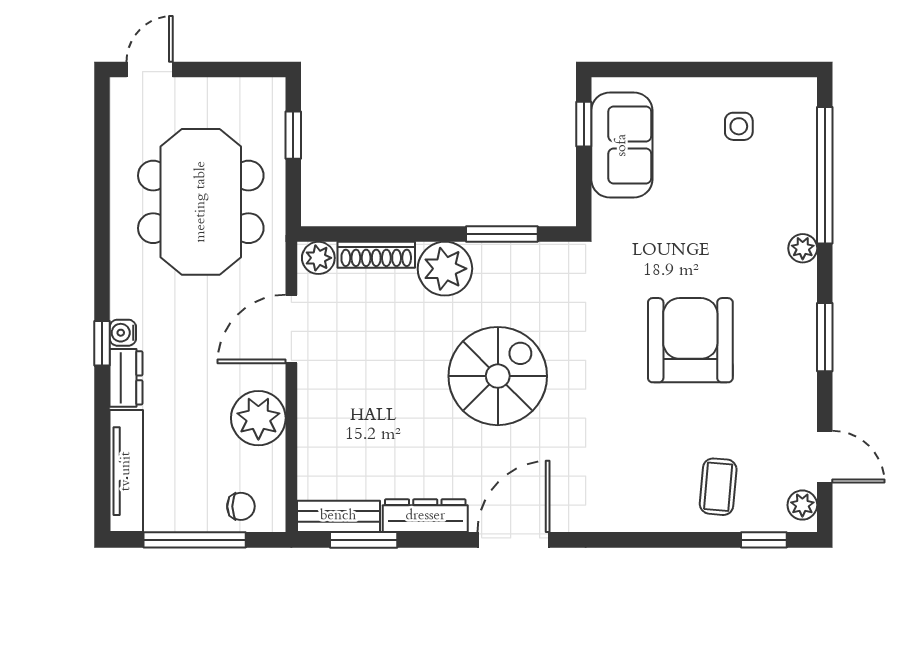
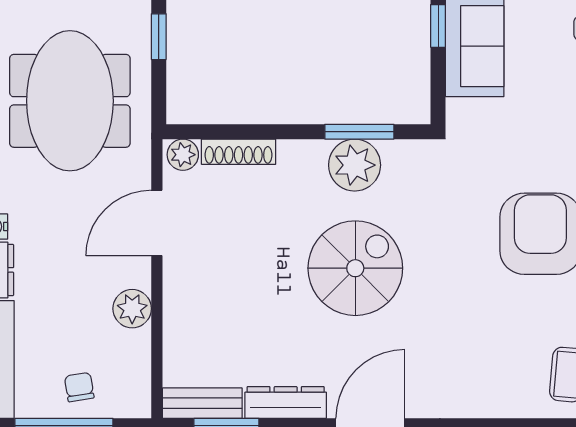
plant: (445, 269) -> (355, 165), moved
plant: (258, 418) -> (132, 309), width x0.73, depth x0.73
chair: (241, 506) -> (79, 387), moved, turned -99

